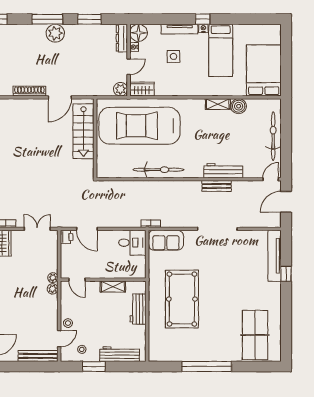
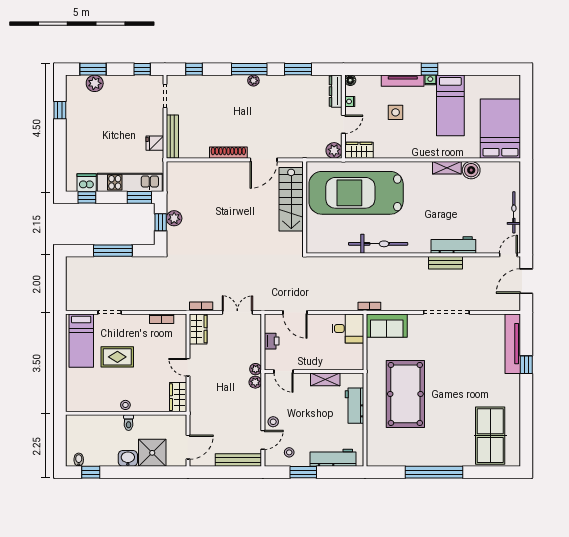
plant: (55, 33) -> (253, 81), width x0.53, depth x0.53
floor lamp: (138, 33) -> (350, 80), width x0.53, depth x0.53
bicycle: (273, 136) -> (514, 212), width x0.73, depth x0.71
printer: (67, 237) -> (272, 341), moved

